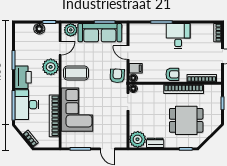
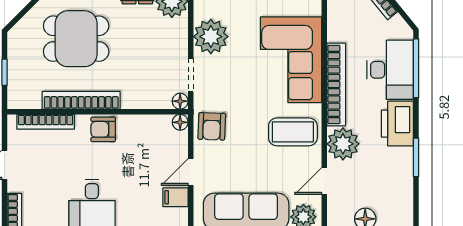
door: (128, 53) -> (191, 172), swing flipped
filing cabinet: (136, 68) -> (175, 197), moved
bookcase: (54, 116) -> (336, 85), moved
plant: (118, 121) -> (211, 37), added

